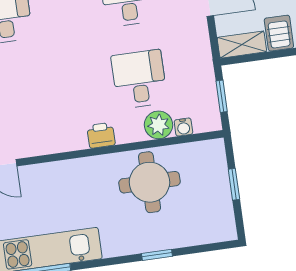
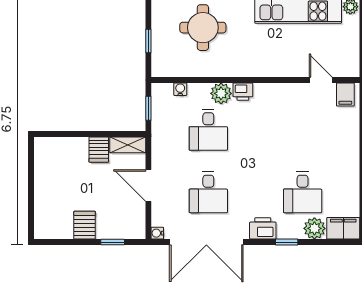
plant: (159, 125) -> (221, 93), moved
round table: (150, 182) -> (203, 28), moved

